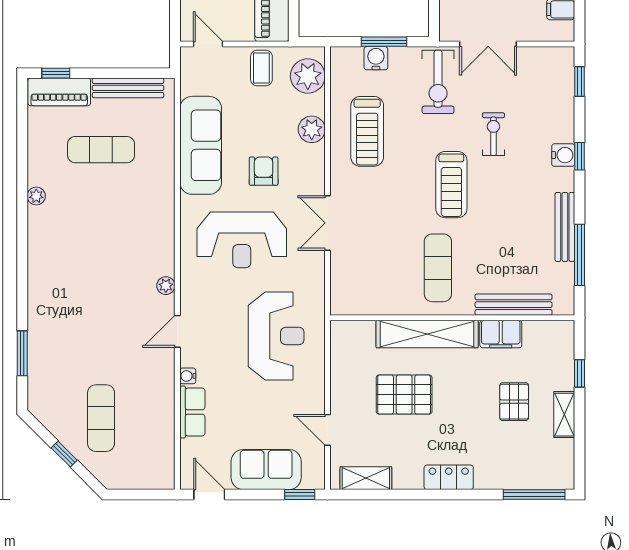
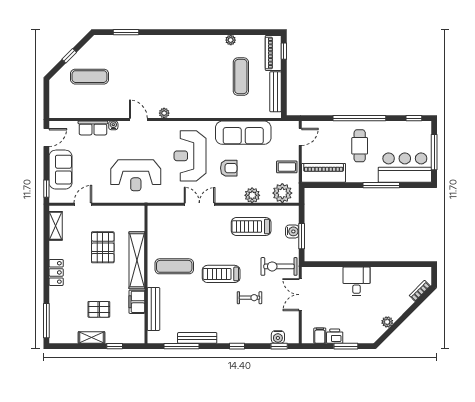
water cooler: (563, 155) -> (278, 337), moved
plant: (36, 196) -> (231, 40), moved

